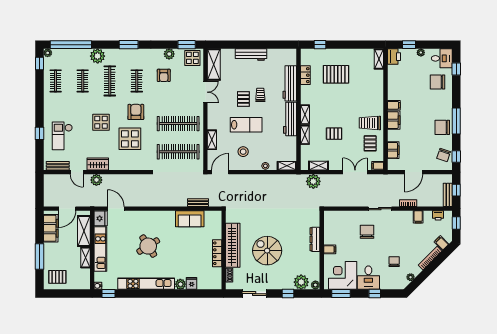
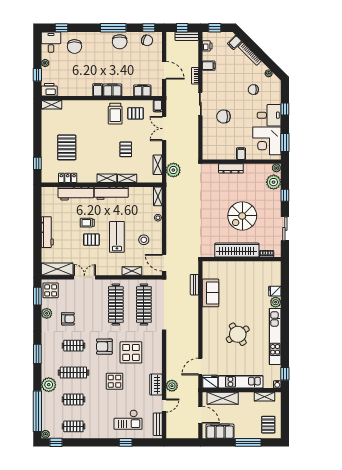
locker: (217, 253) -> (245, 266), removed
shelving: (86, 258) -> (264, 397), moved

